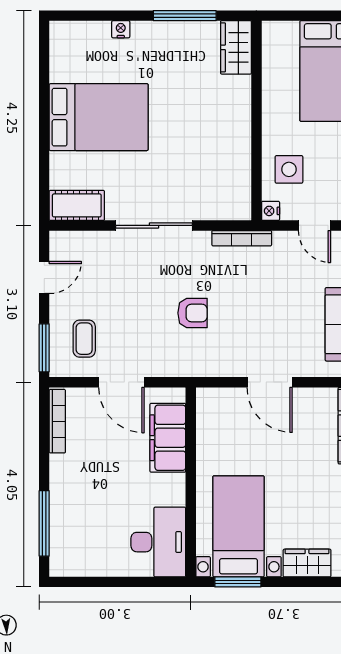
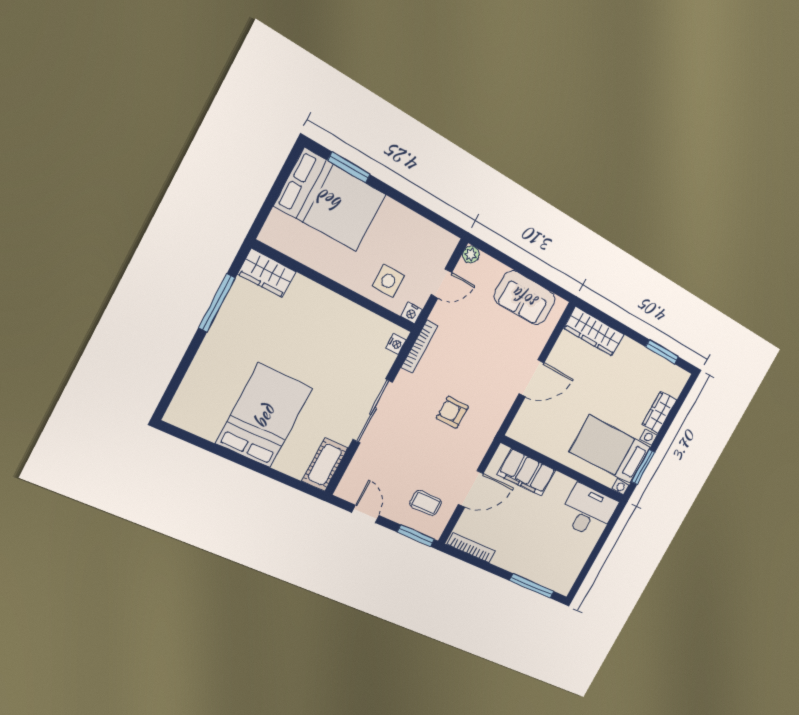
nightstand: (121, 29) -> (396, 344), moved, turned 180
armchair: (193, 313) -> (452, 412), turned -90

